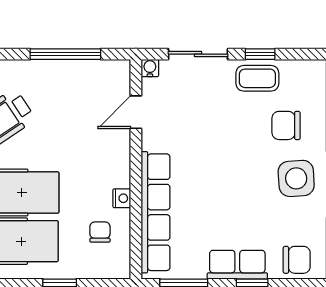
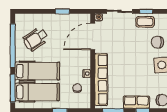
window: (65, 54) -> (62, 11), width x0.46
door: (136, 112) -> (93, 36), width x1.88

